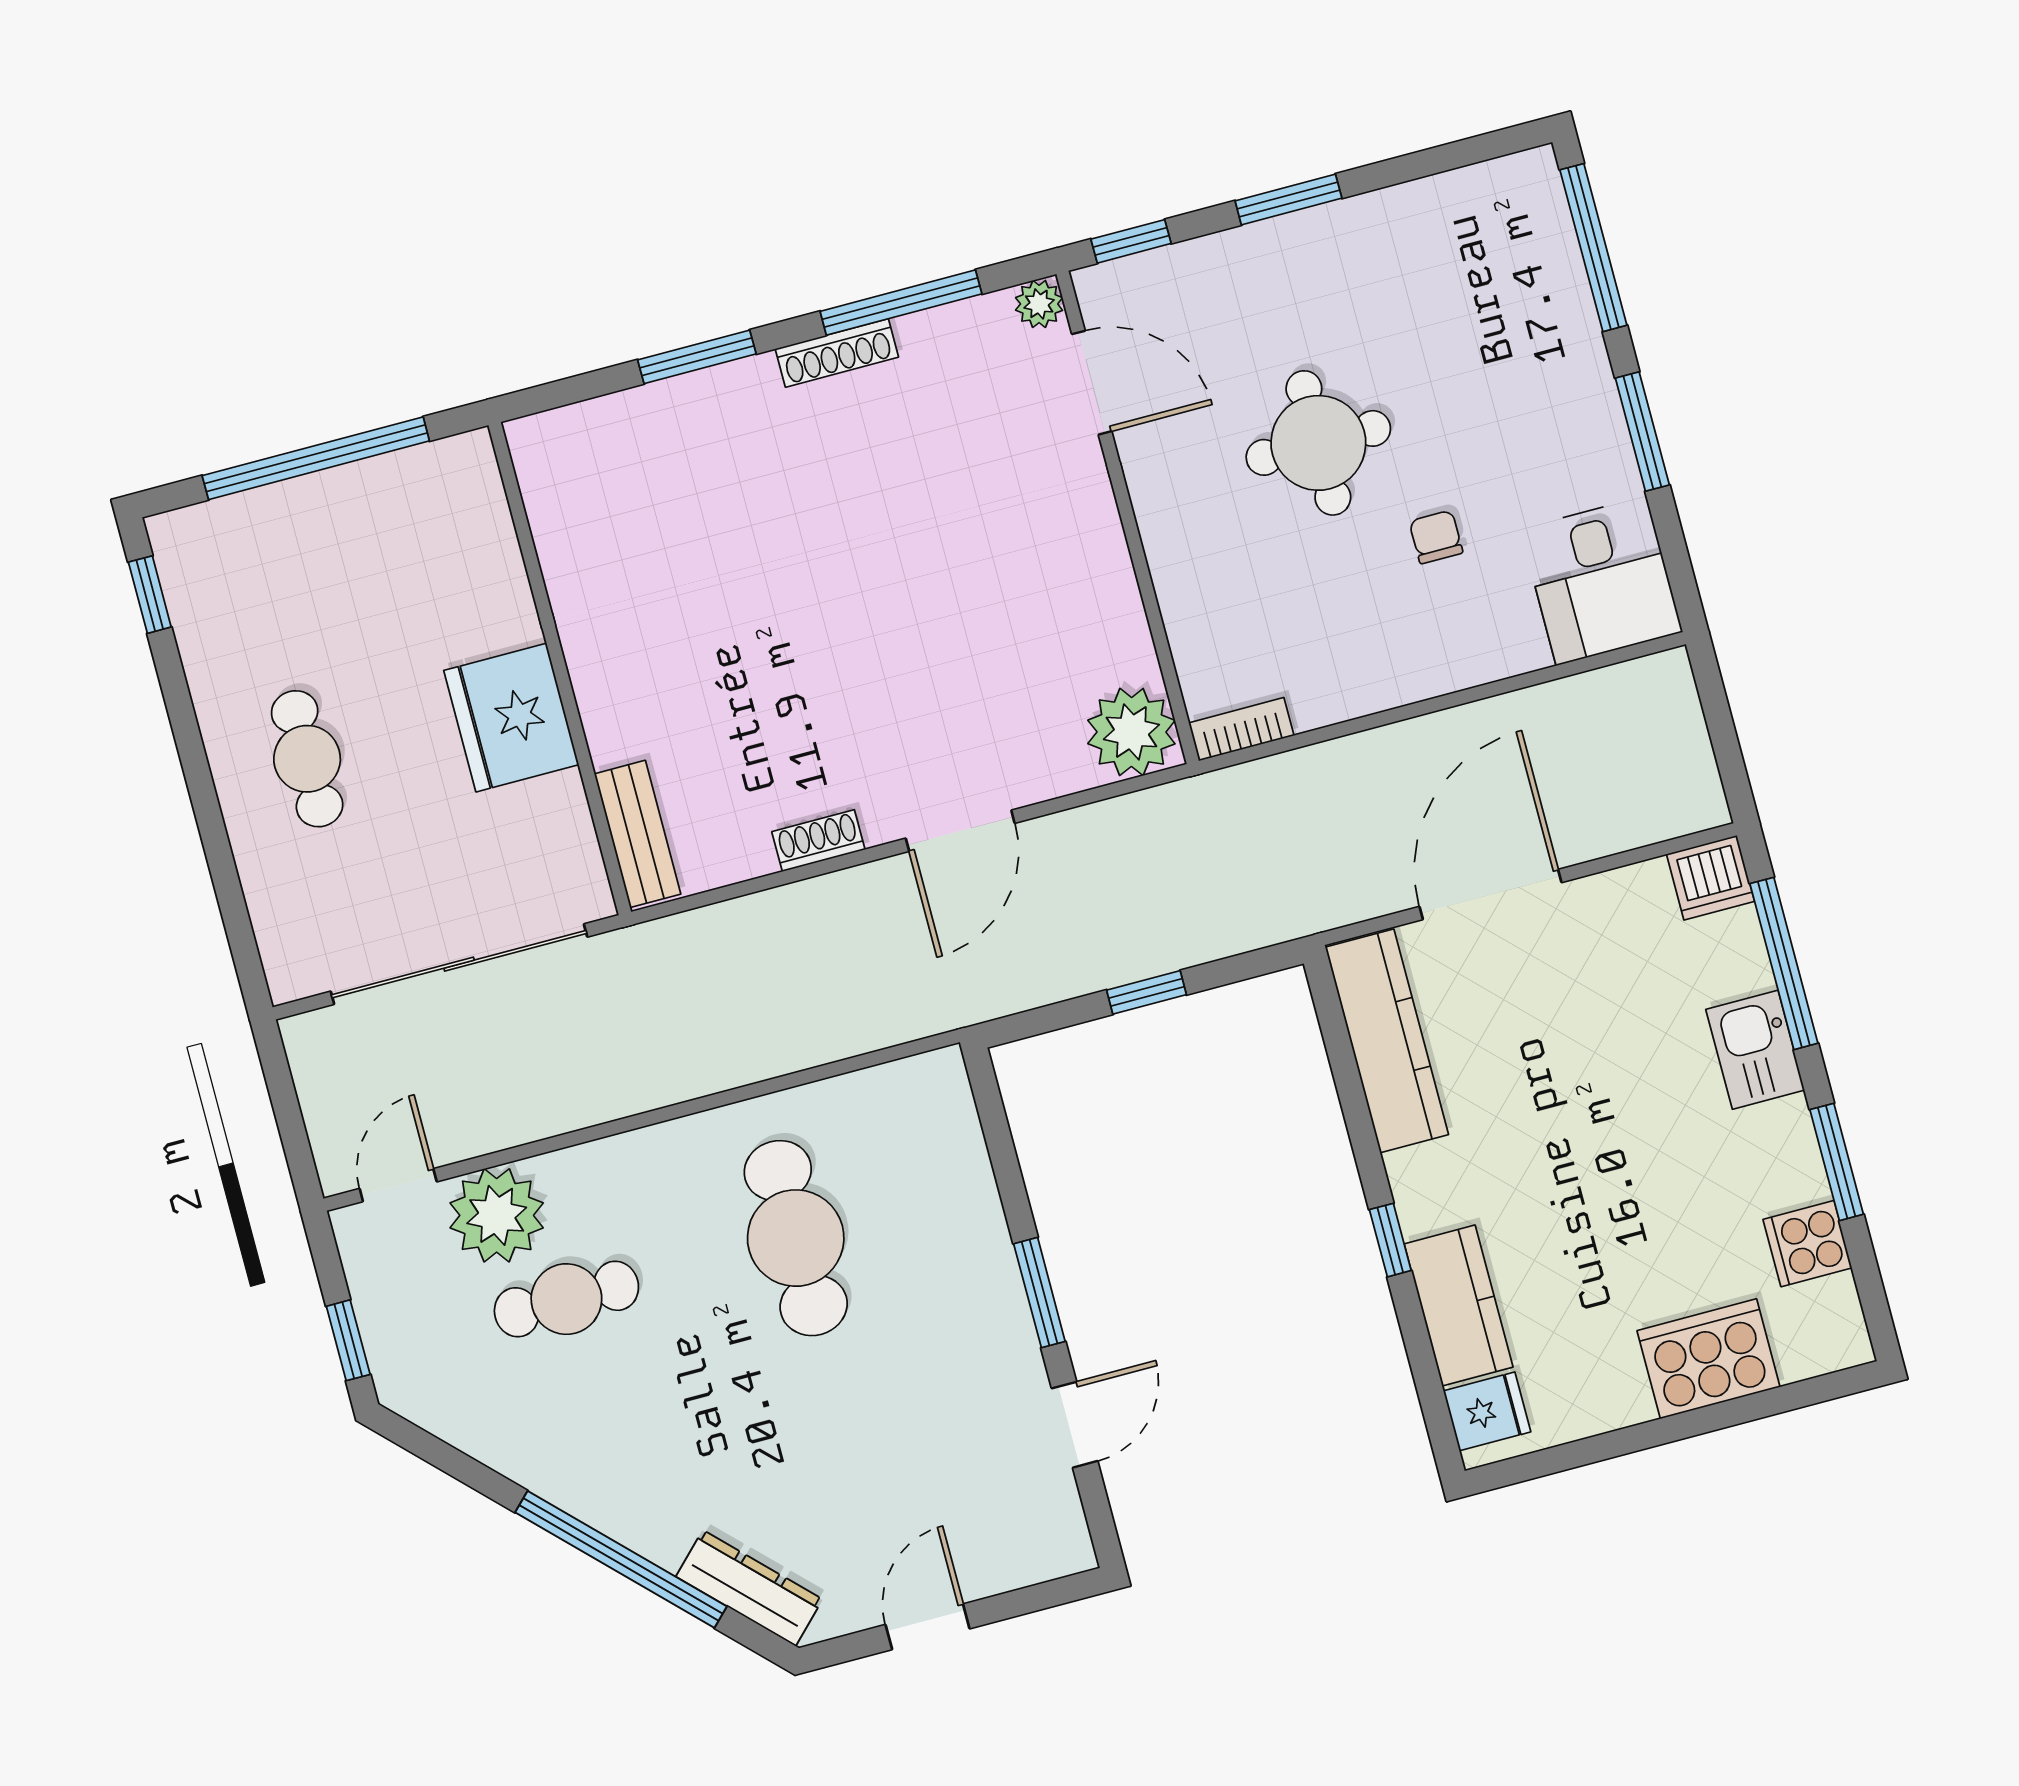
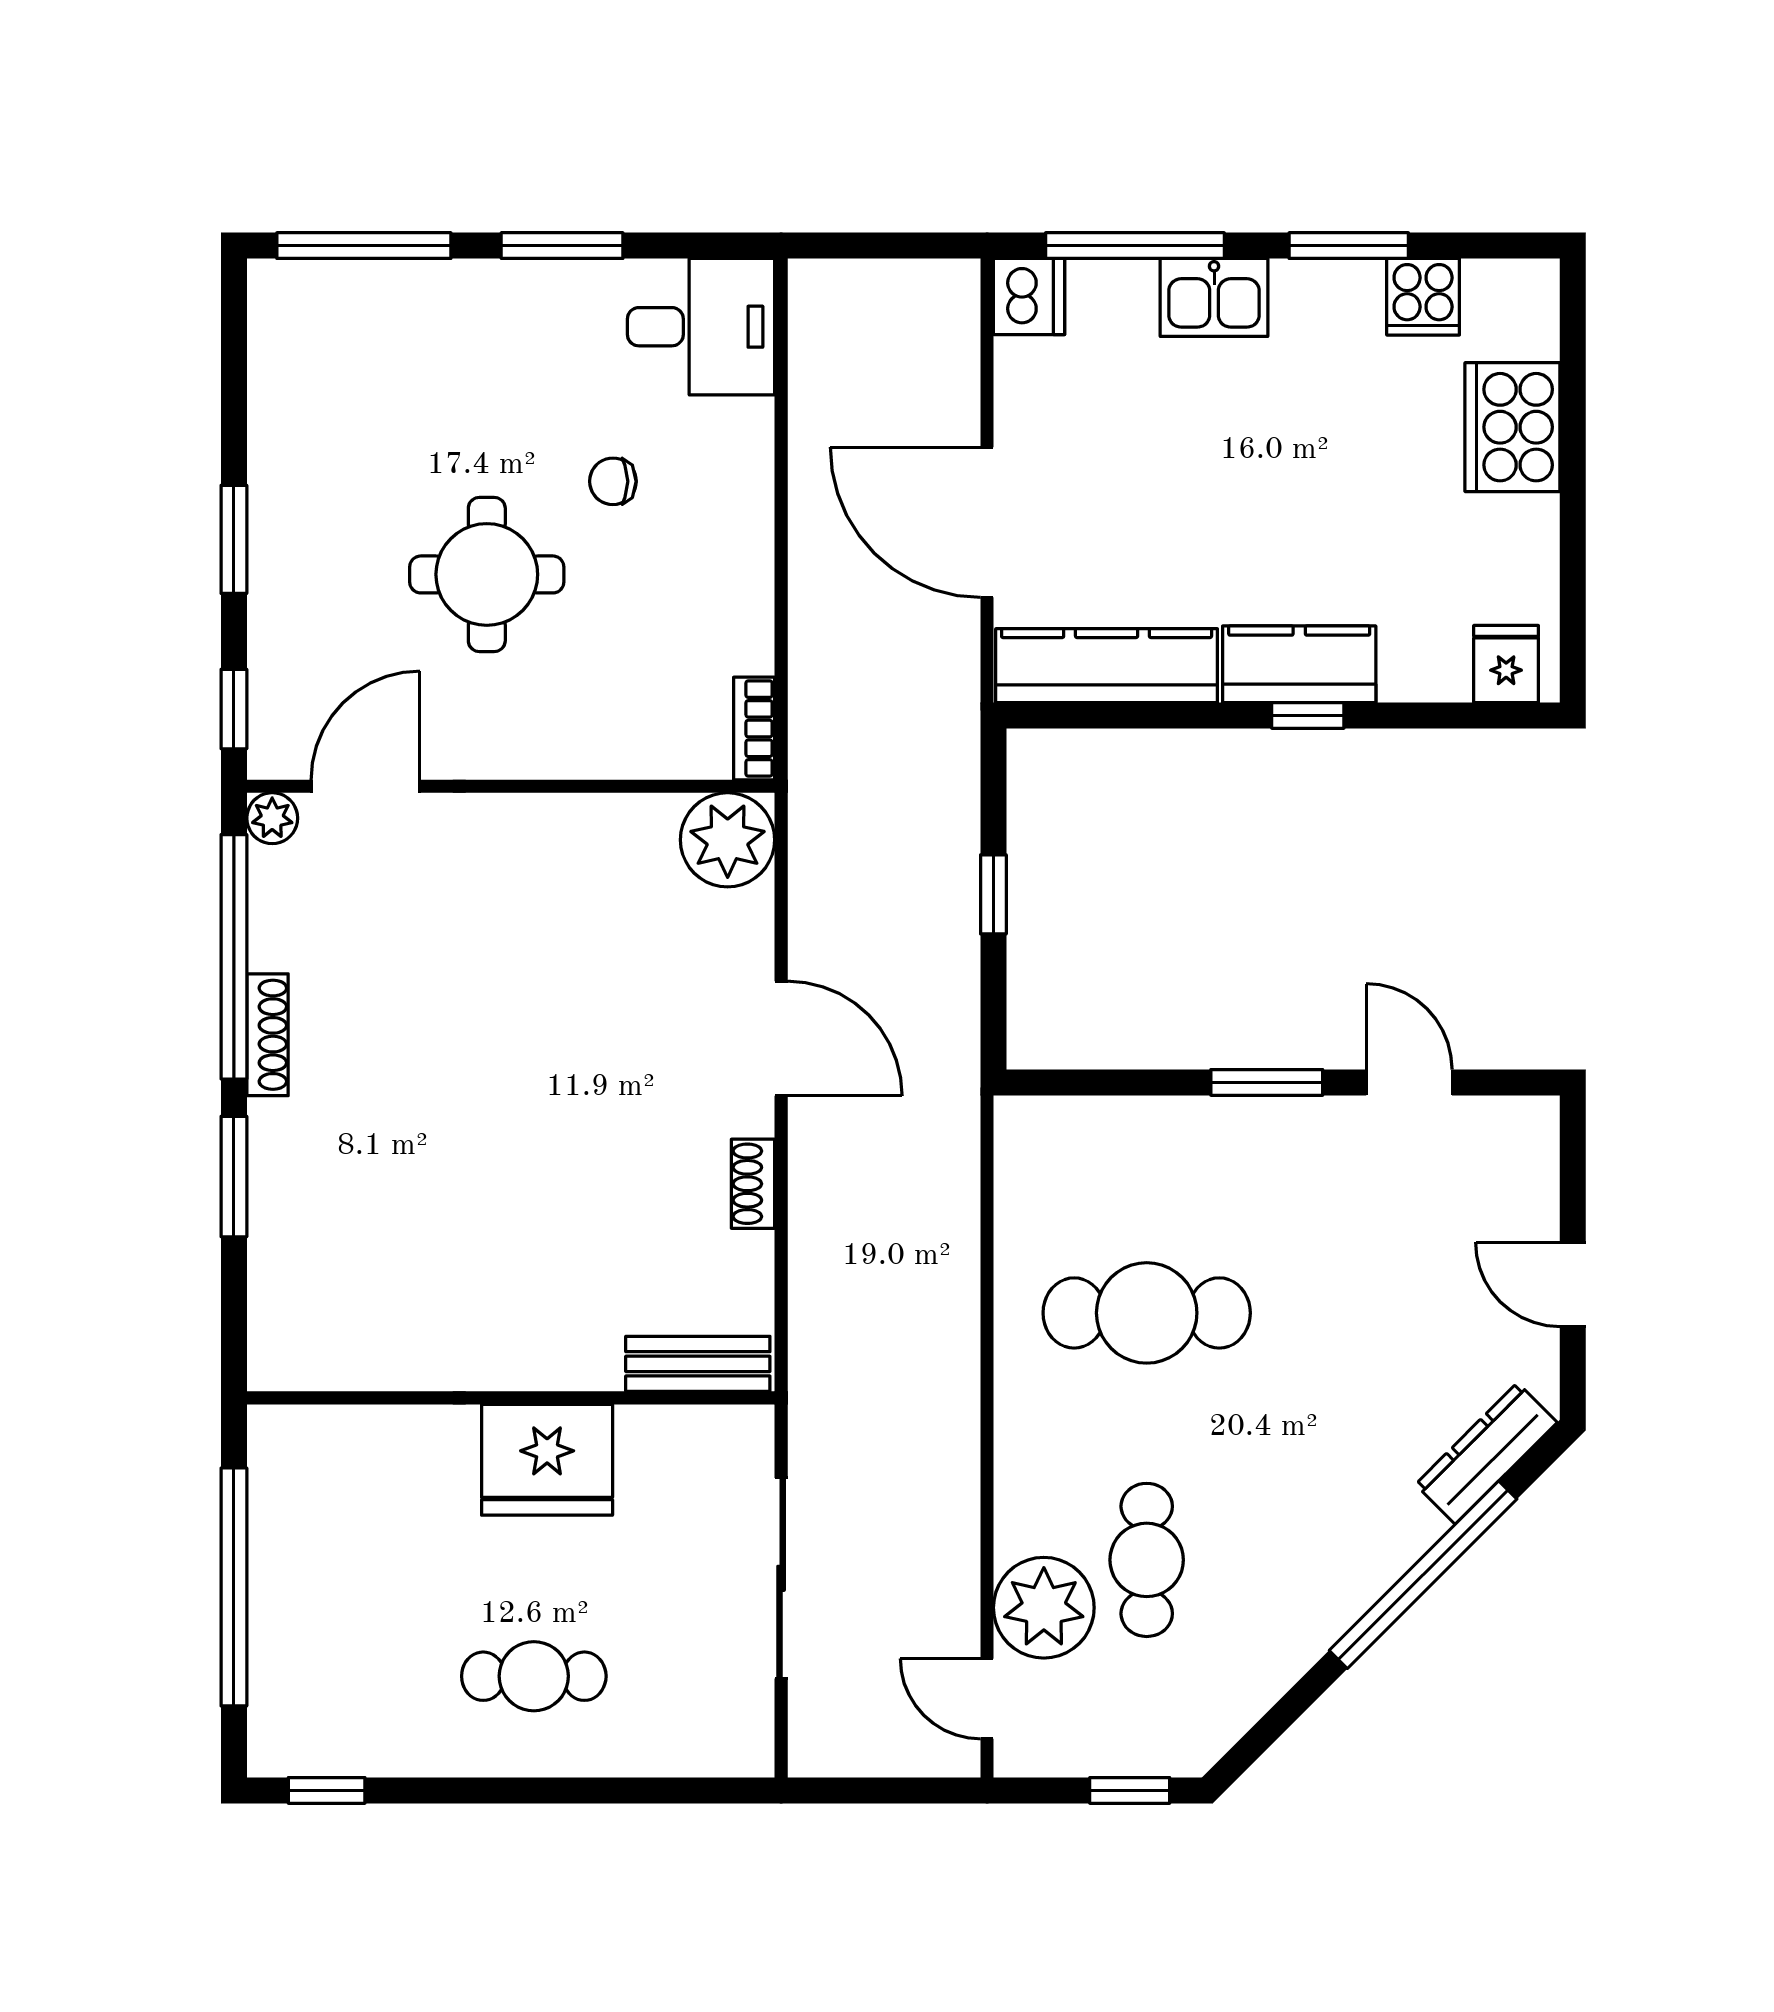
window: (901, 303) -> (234, 957), width x1.46
sliding door: (459, 964) -> (781, 1578), width x0.73
kitchen counter: (1459, 1305) -> (1299, 664), moved

